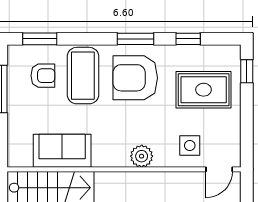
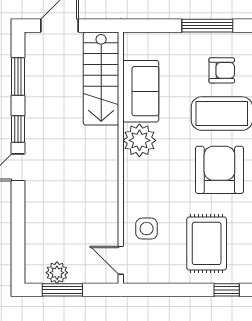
armchair: (43, 76) -> (222, 70), turned -90
plant: (142, 156) -> (139, 140), moved, width x1.36, depth x1.36

